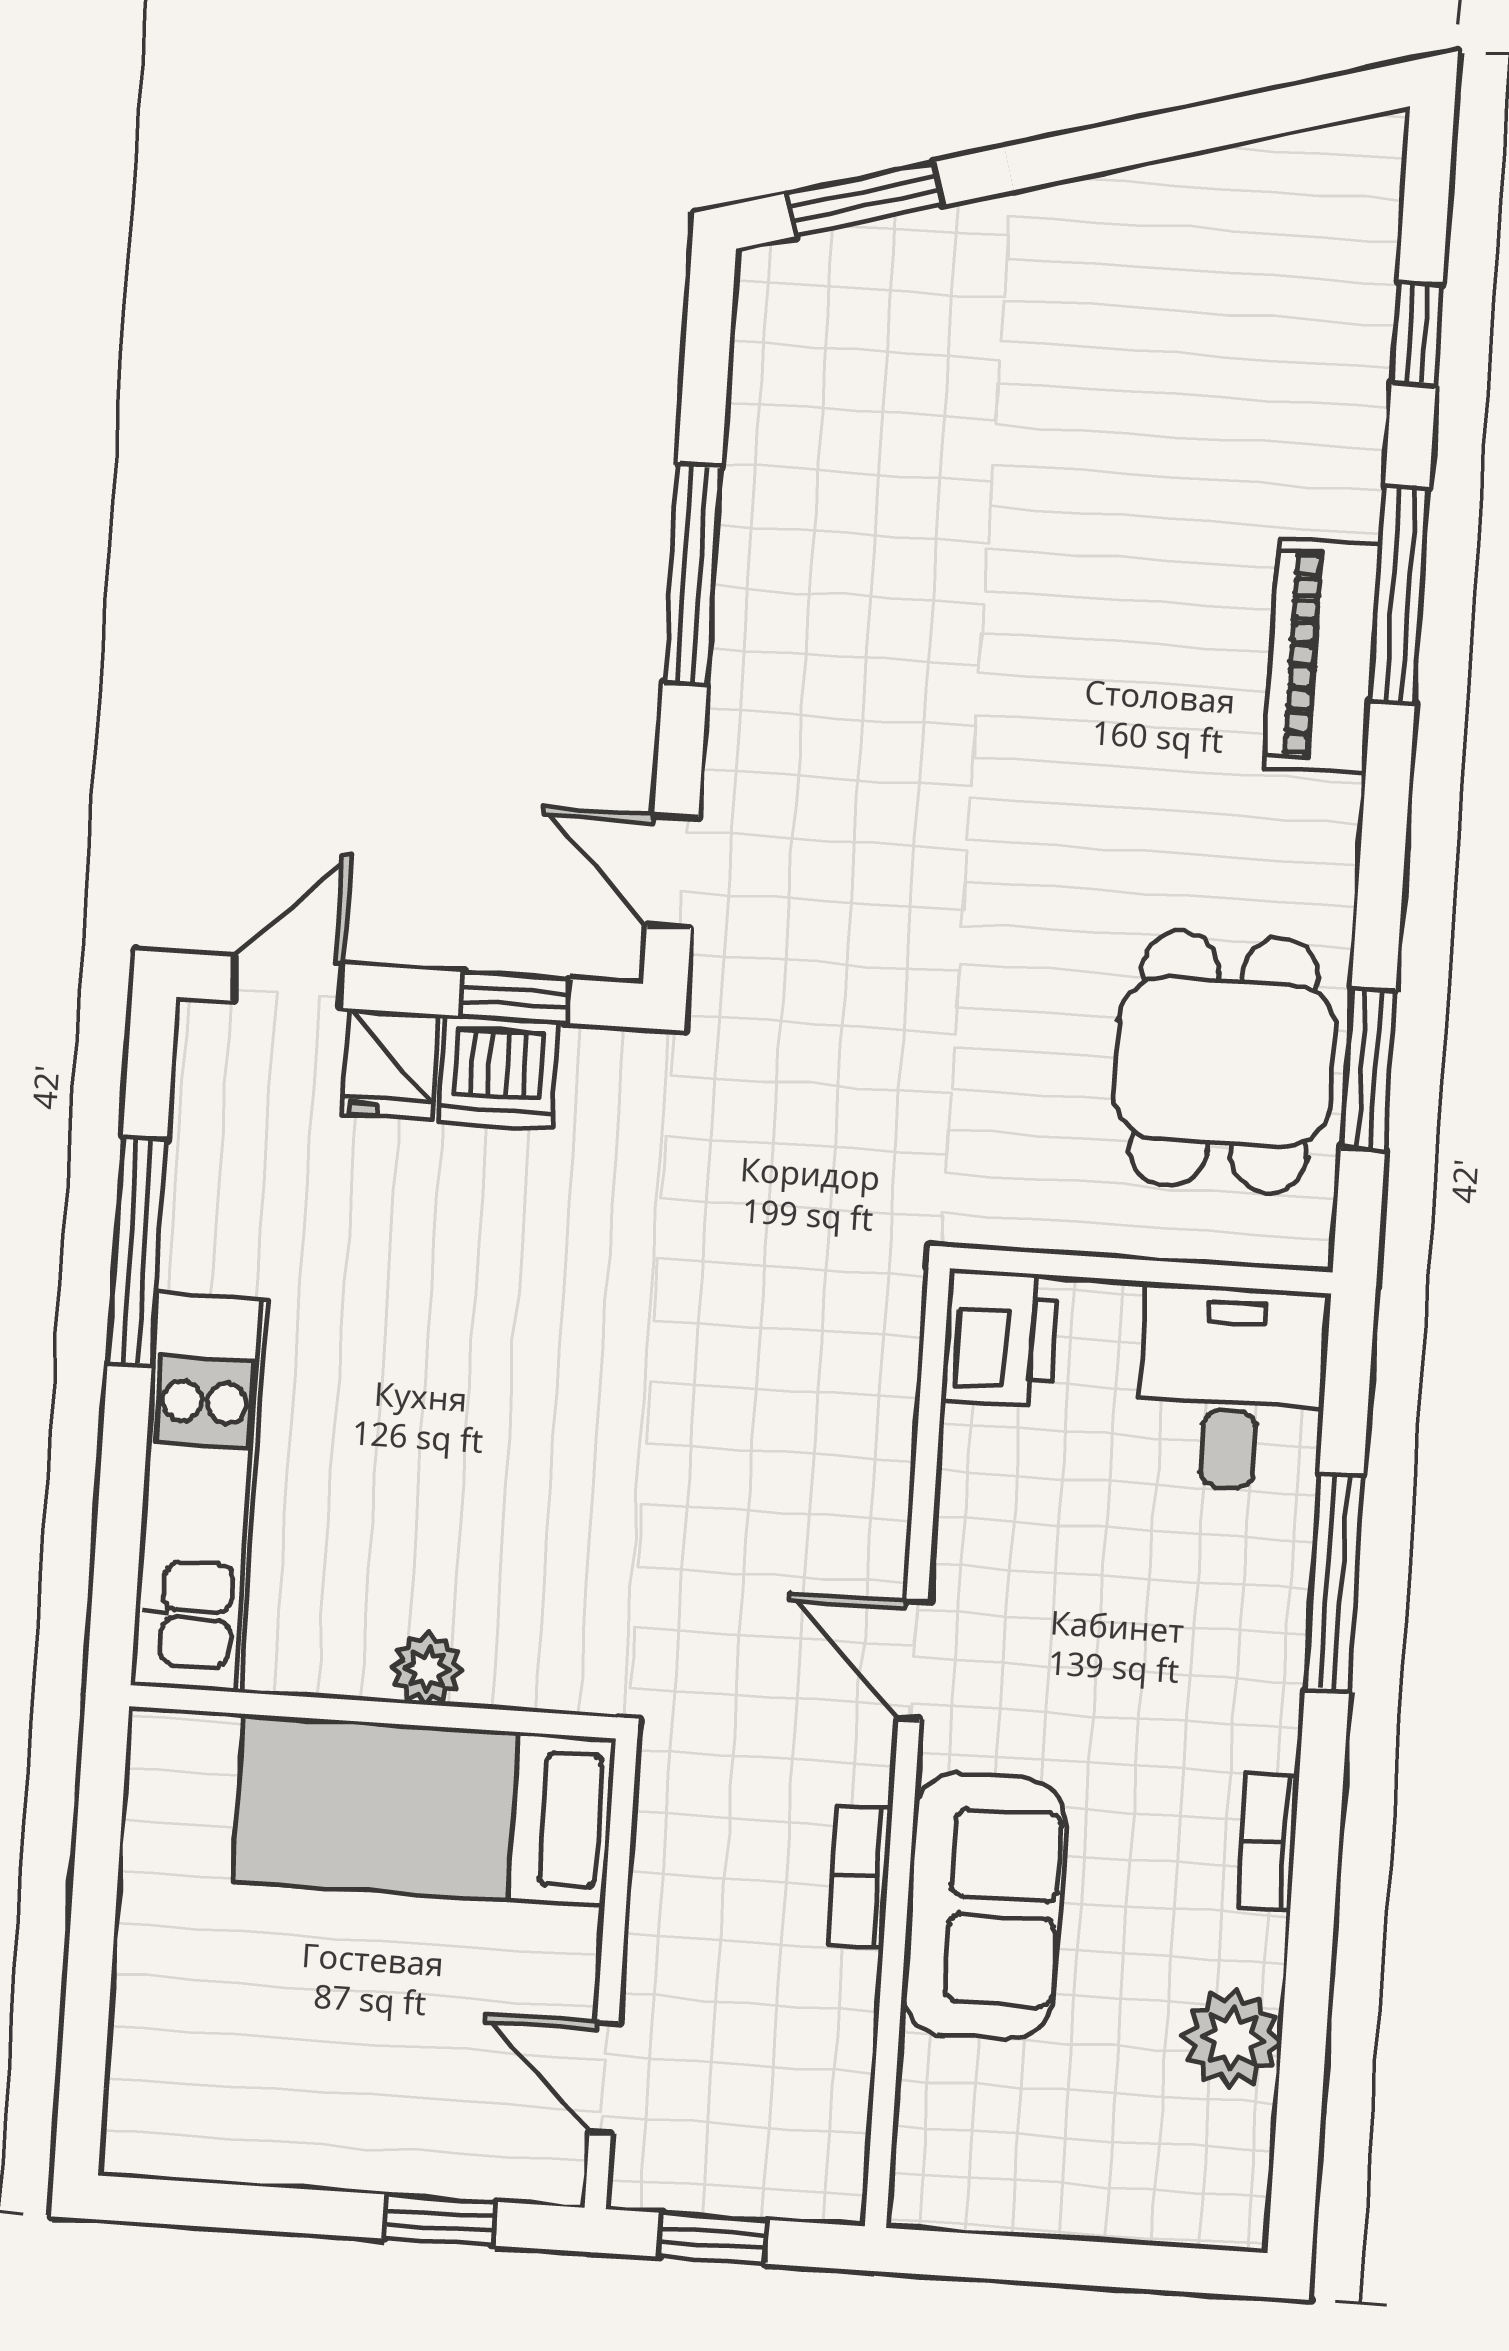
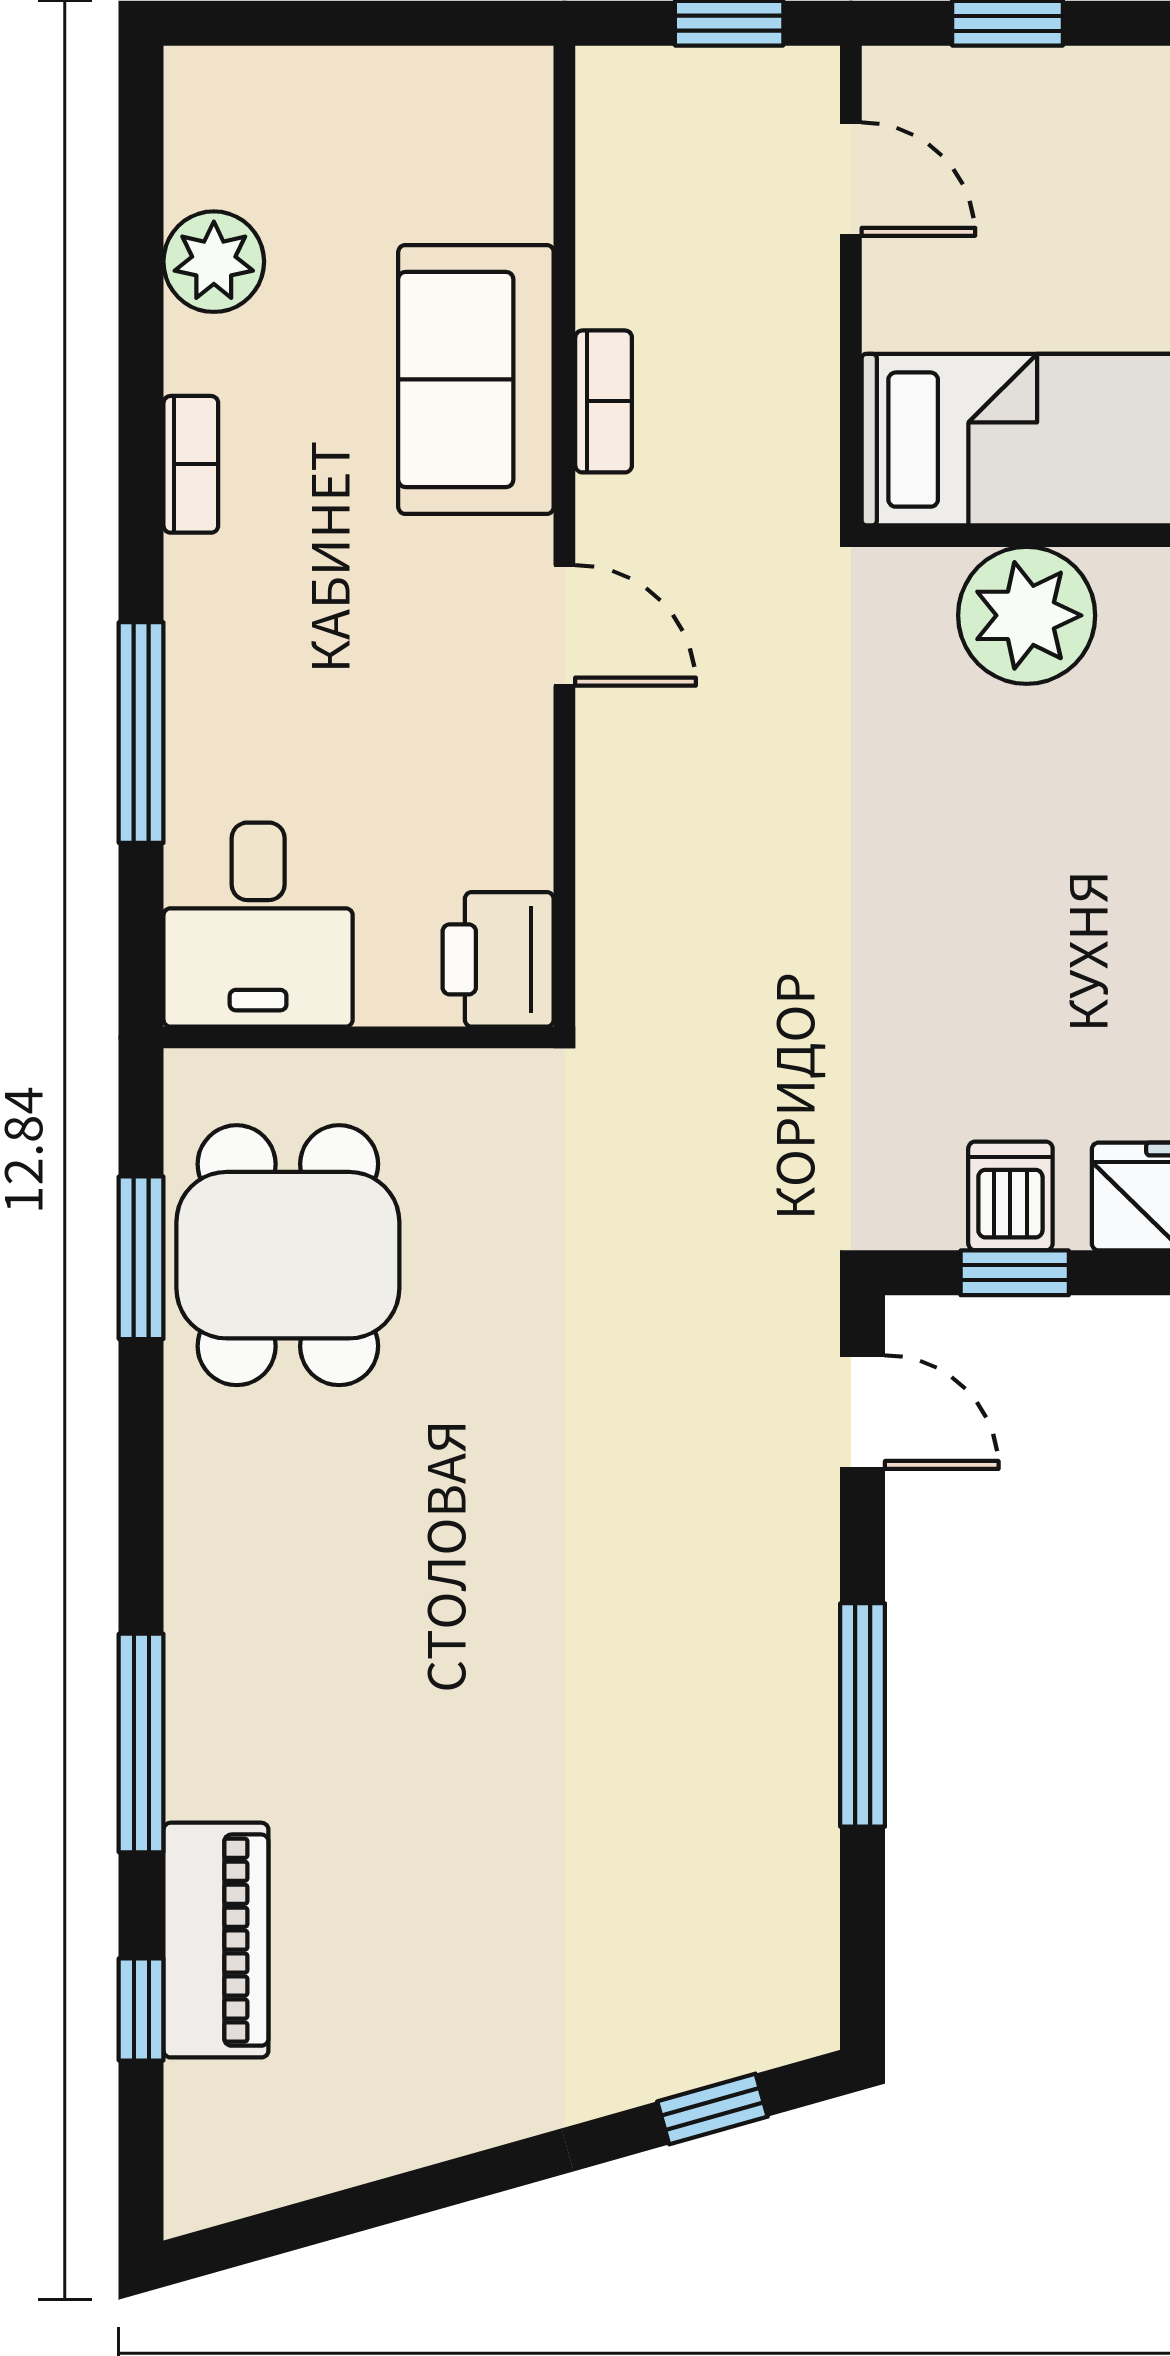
window: (865, 199) -> (712, 2109), width x0.67
piano: (1322, 656) -> (216, 1940), moved
dishwasher: (498, 1072) -> (1010, 1196), width x0.73
plant: (427, 1669) -> (1027, 615), width x1.87, depth x1.87

